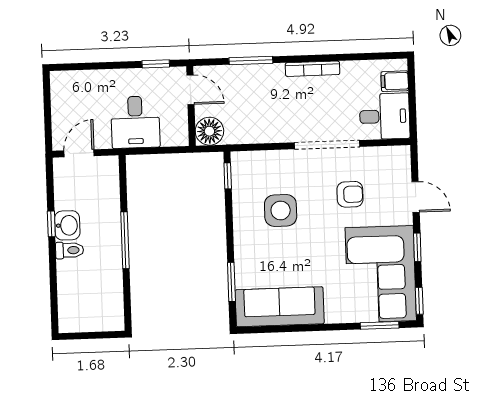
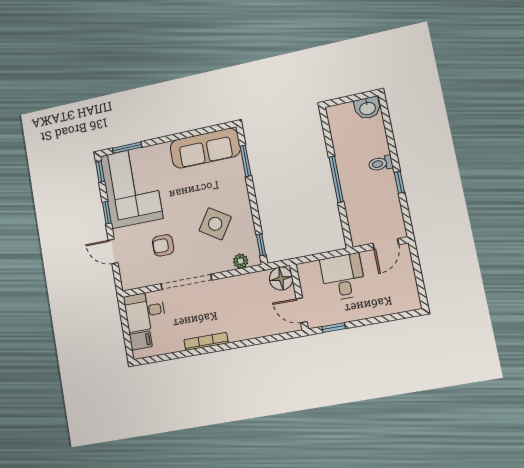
window: (251, 61) -> (256, 341), removed
plant: (256, 160) -> (241, 261), added
side table: (281, 210) -> (215, 224), turned 33
washbasin: (67, 225) -> (367, 108), moved, turned -90

